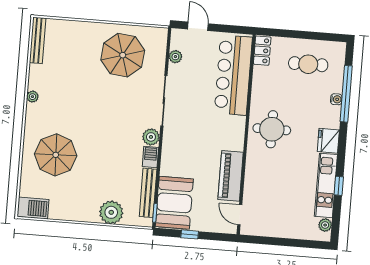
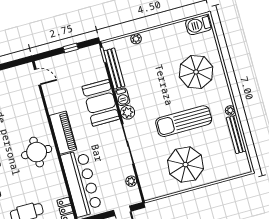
bench: (38, 40) -> (236, 134), moved
parasol: (123, 55) -> (186, 165), moved
sun lounger: (90, 104) -> (184, 121), added
piano: (231, 176) -> (63, 133), moved
booth: (174, 203) -> (101, 103), moved
plant: (111, 212) -> (136, 39), width x0.53, depth x0.53

